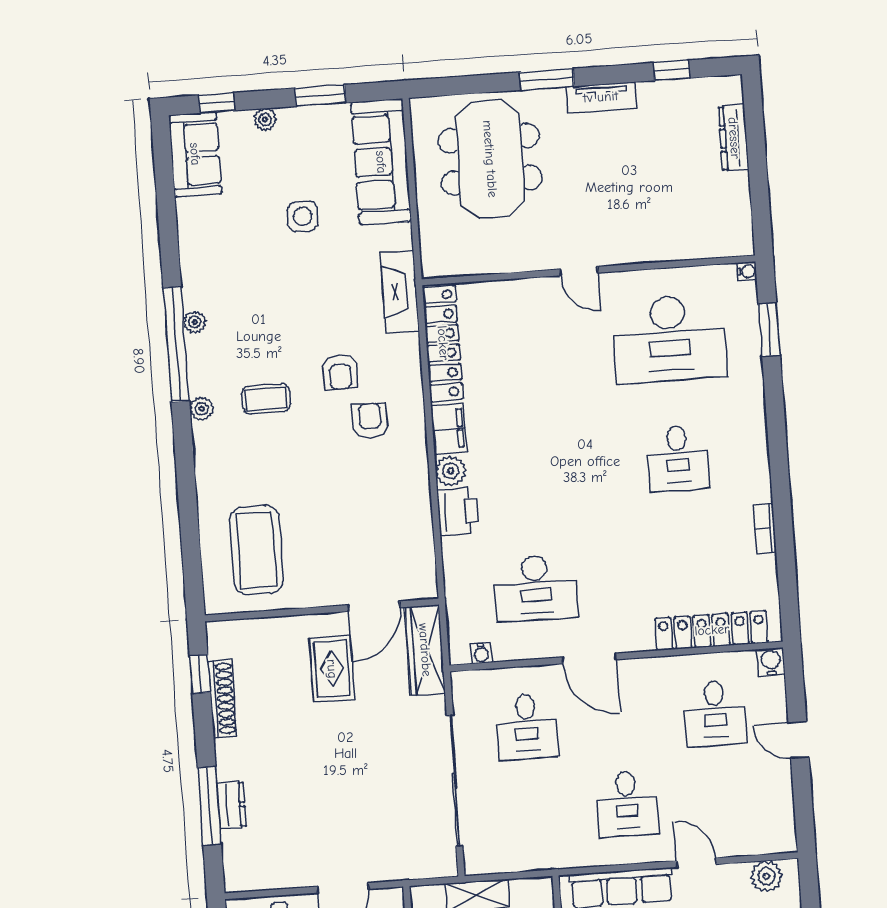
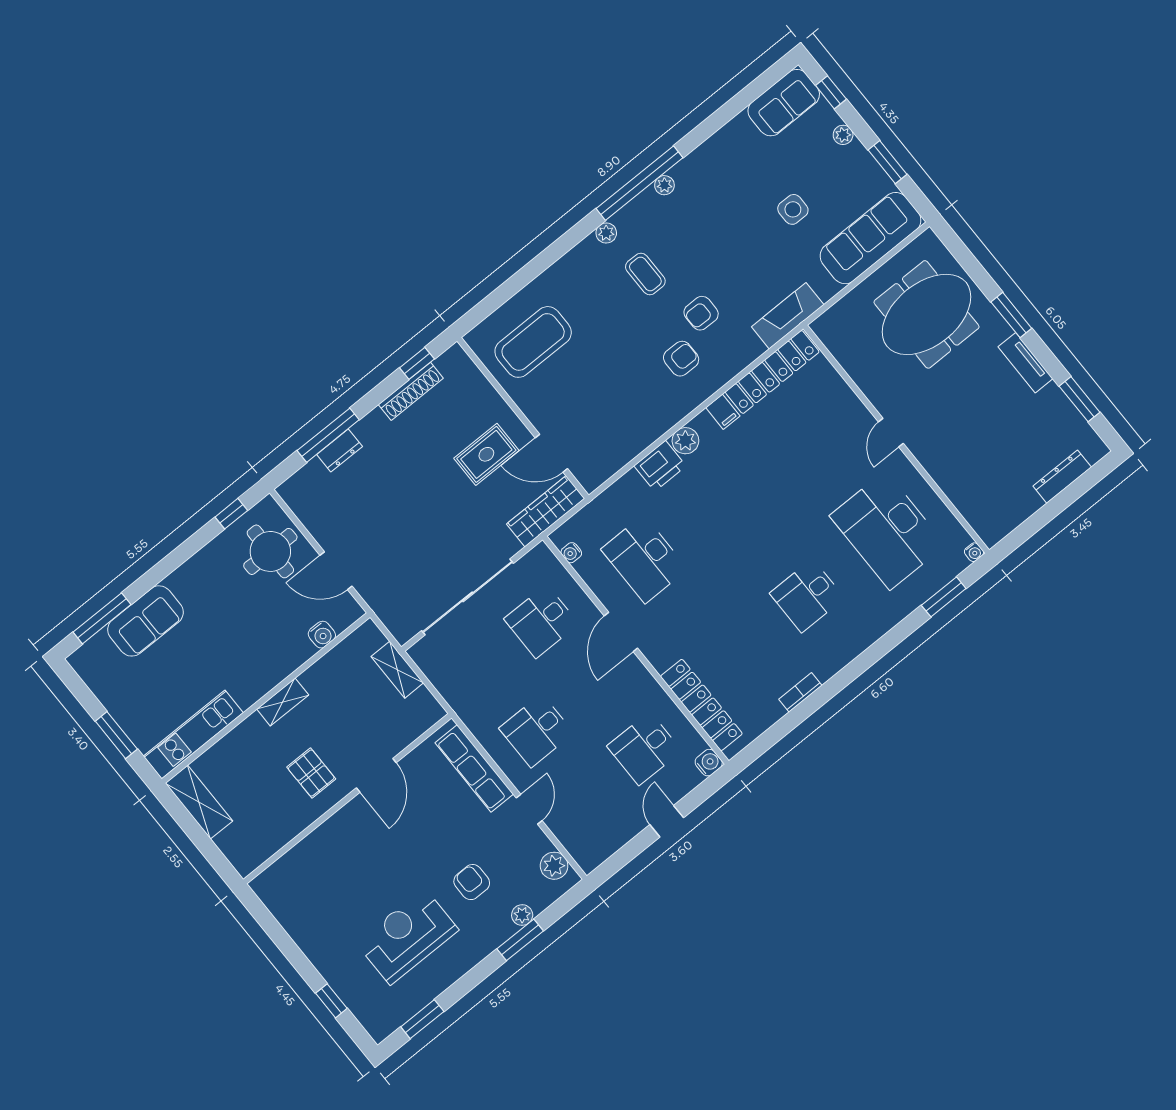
window: (672, 70) -> (1080, 399), width x1.50
filing cabinet: (449, 429) -> (723, 412), width x0.50

